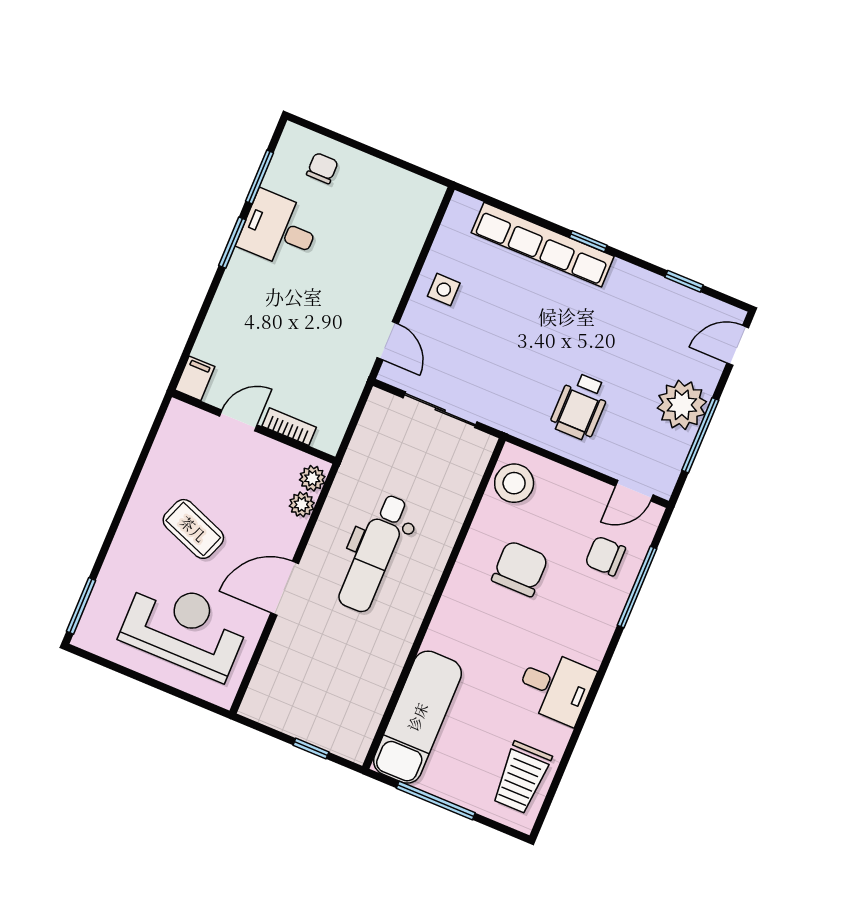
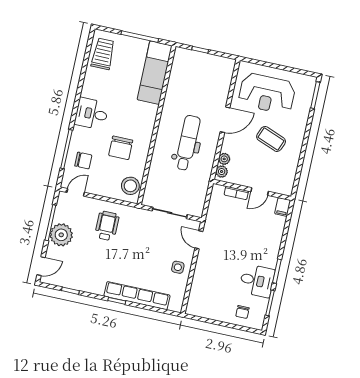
desk: (555, 687) -> (92, 114), moved

